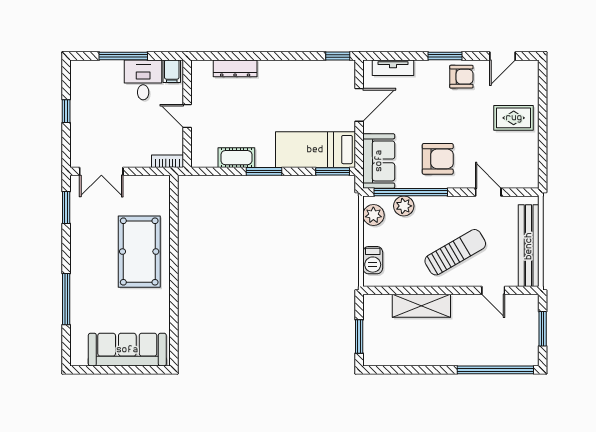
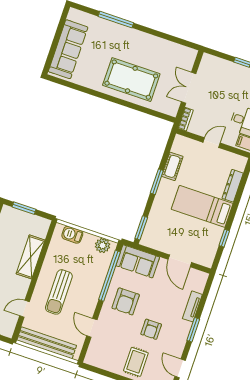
window: (338, 56) -> (224, 238), moved
tv unit: (393, 68) -> (192, 306), moved
armchair: (461, 77) -> (151, 329), moved
bed: (315, 150) -> (202, 206), moved, turned -90
double door: (101, 171) -> (189, 88), moved
door: (488, 192) -> (92, 328), swing flipped
plant: (404, 206) -> (102, 268), removed
window: (66, 207) -> (178, 40), removed
sun lounger: (455, 252) -> (59, 292), turned 30

